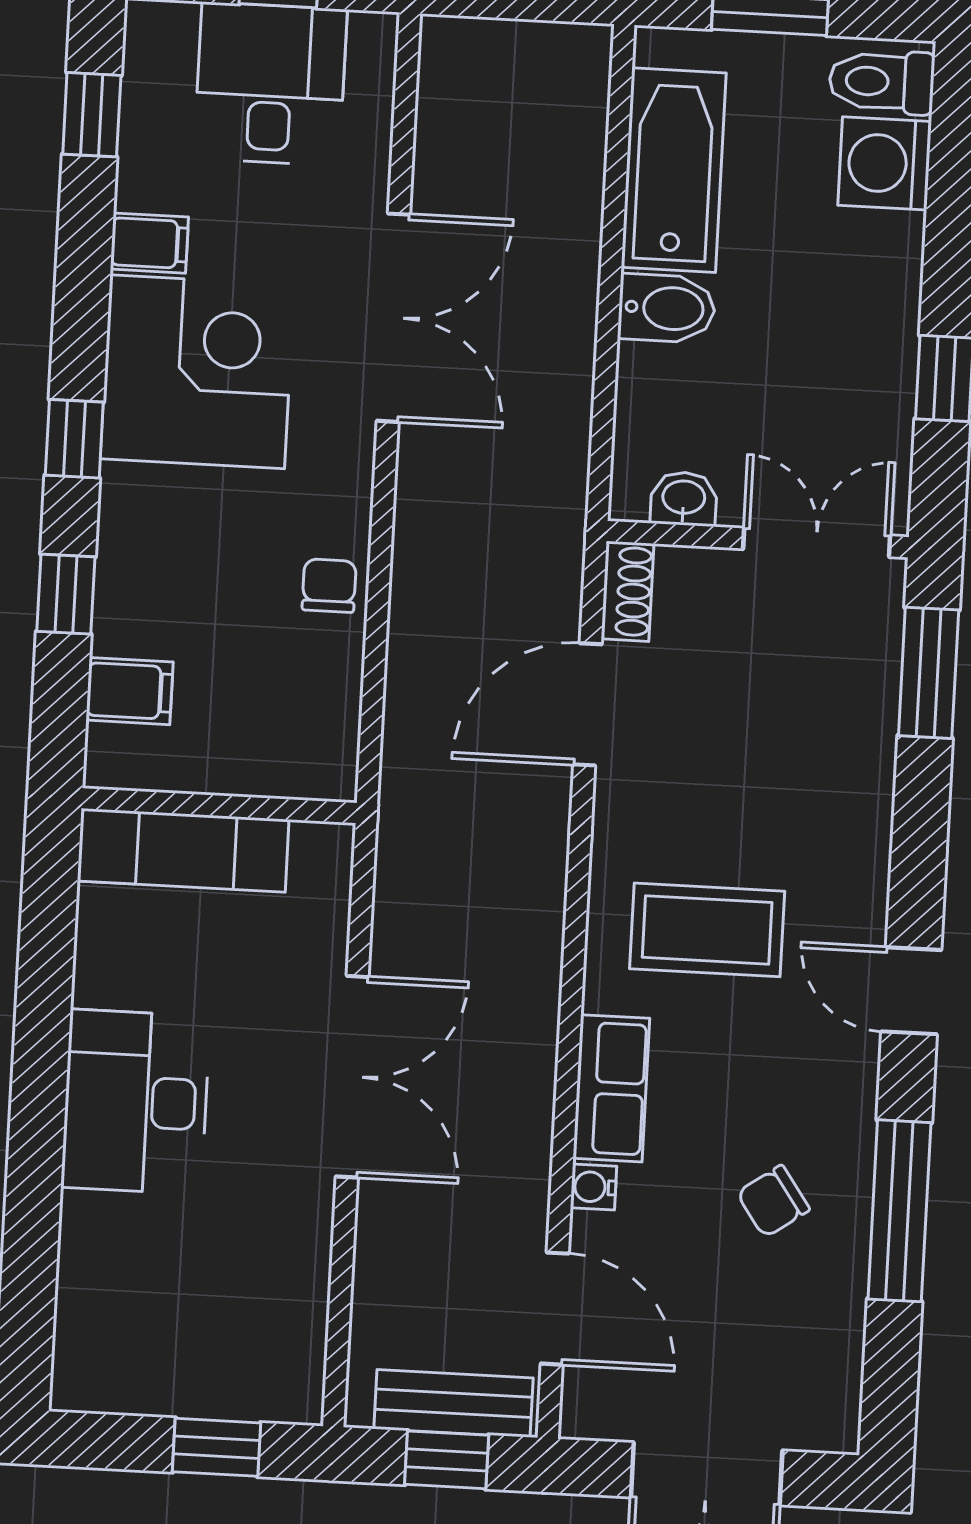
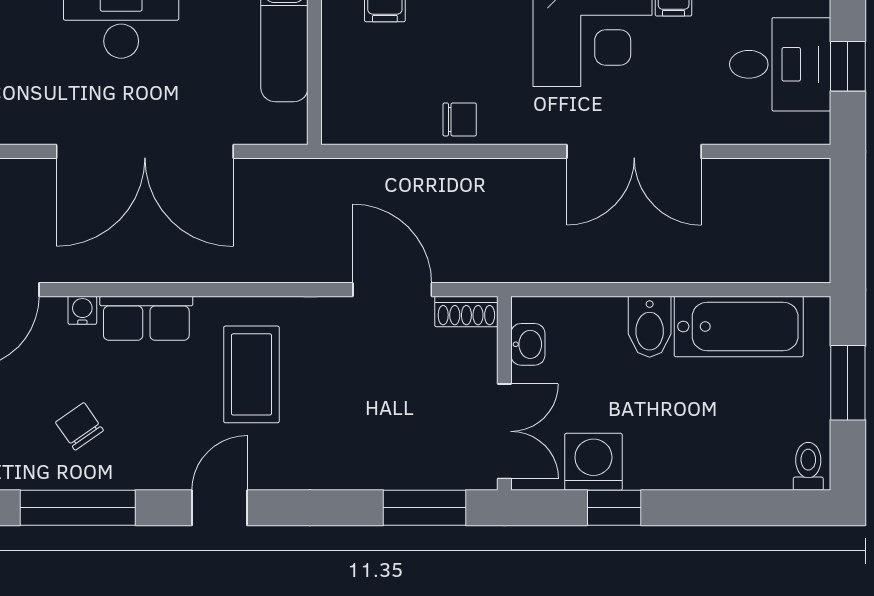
toilet: (882, 82) -> (808, 466), width x0.73, depth x0.72
washing machine: (885, 163) -> (593, 462), moved
double door: (352, 1077) -> (145, 151), width x1.36

